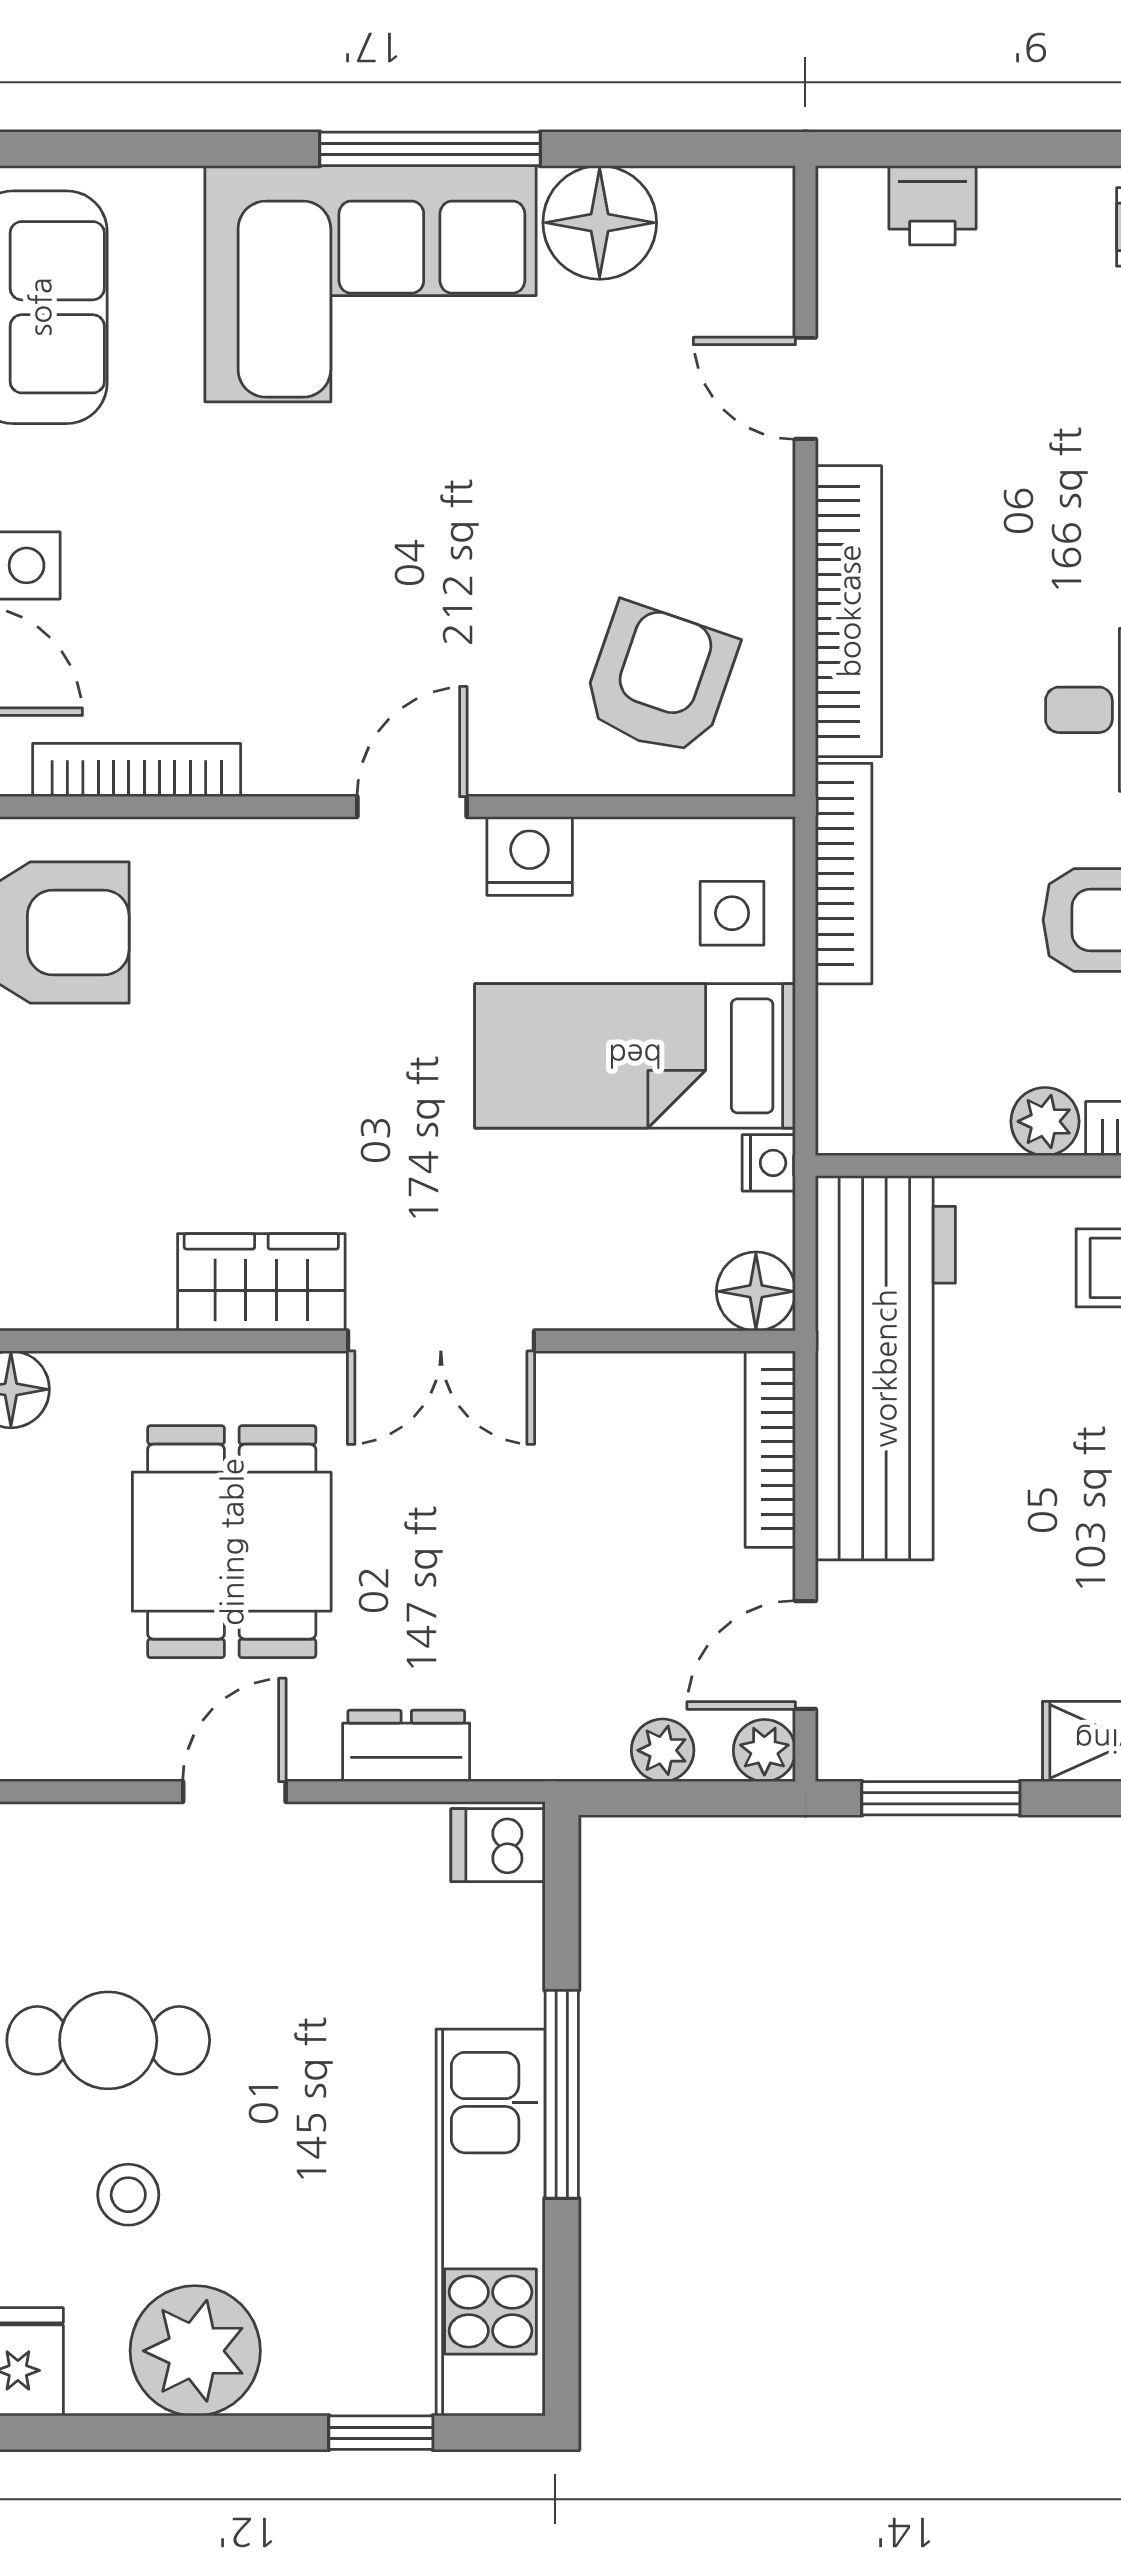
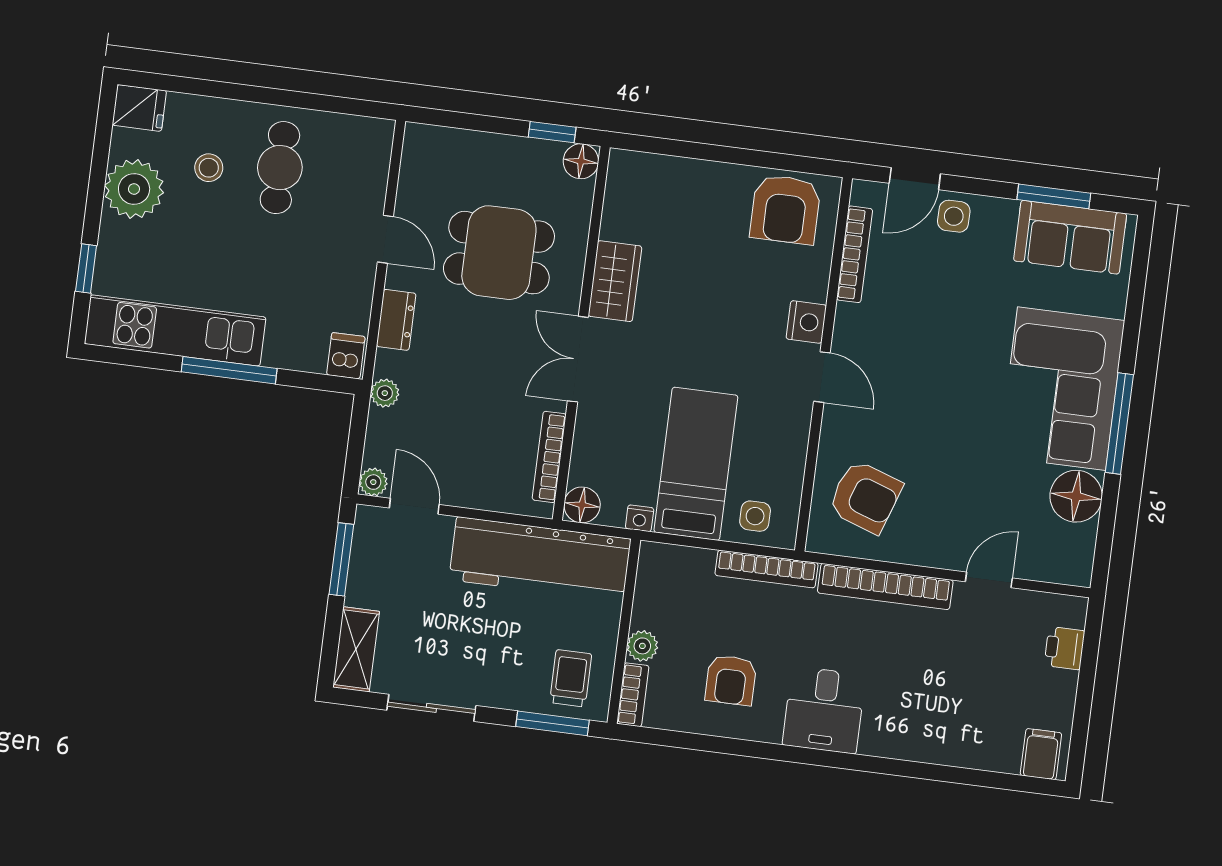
nightstand: (530, 856) -> (806, 322), moved
bookcase: (770, 1449) -> (549, 457), moved, turned -90
plant: (663, 1750) -> (385, 393), moved

